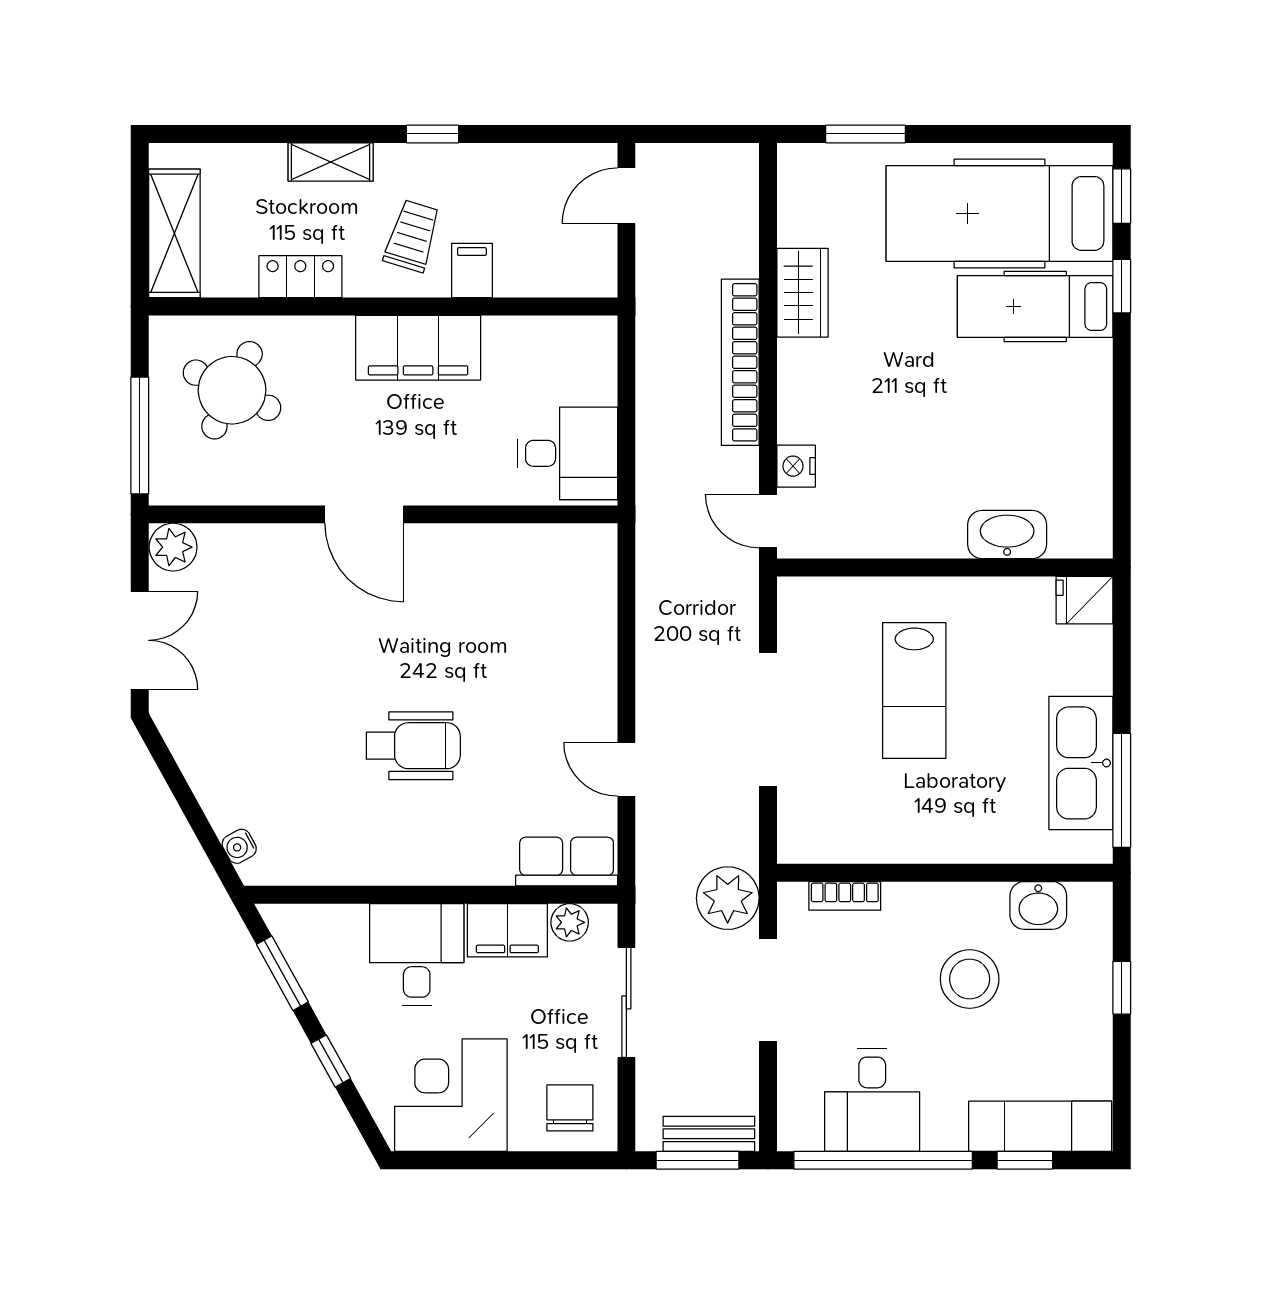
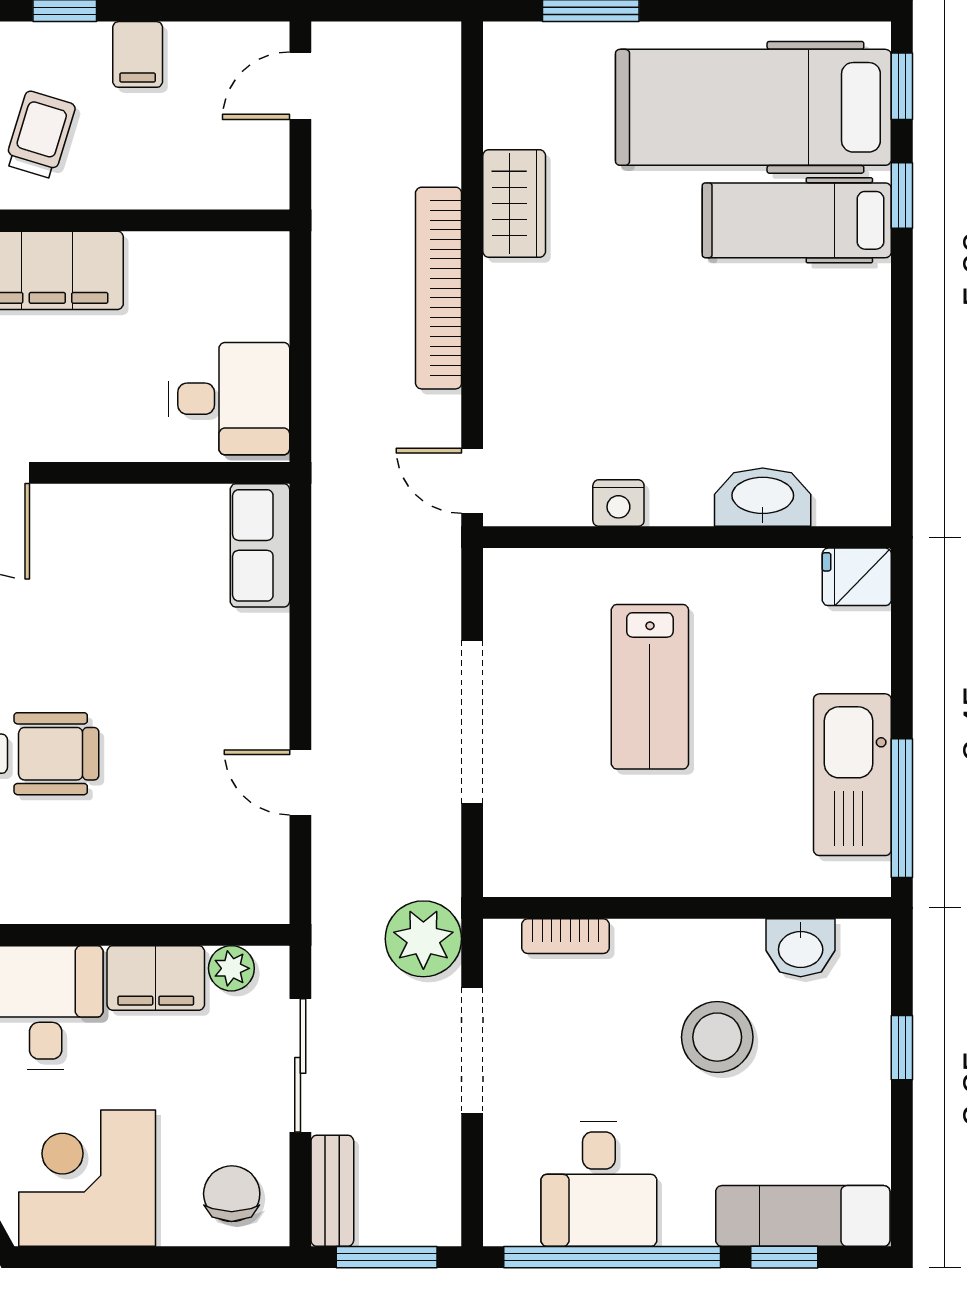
filing cabinet: (472, 270) -> (138, 54), moved, turned 180
nightstand: (796, 466) -> (618, 503), moved, turned -90
row of seats: (567, 862) -> (260, 545), moved, turned -90
bench: (709, 1134) -> (332, 1191), moved, turned 90

